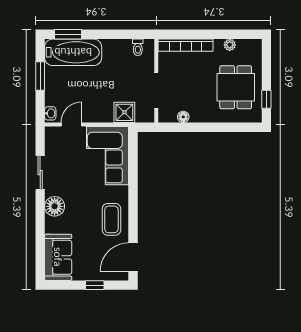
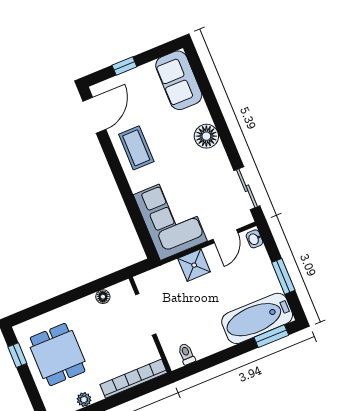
shower: (124, 112) -> (194, 265), moved
sliding door: (40, 173) -> (247, 188), moved

